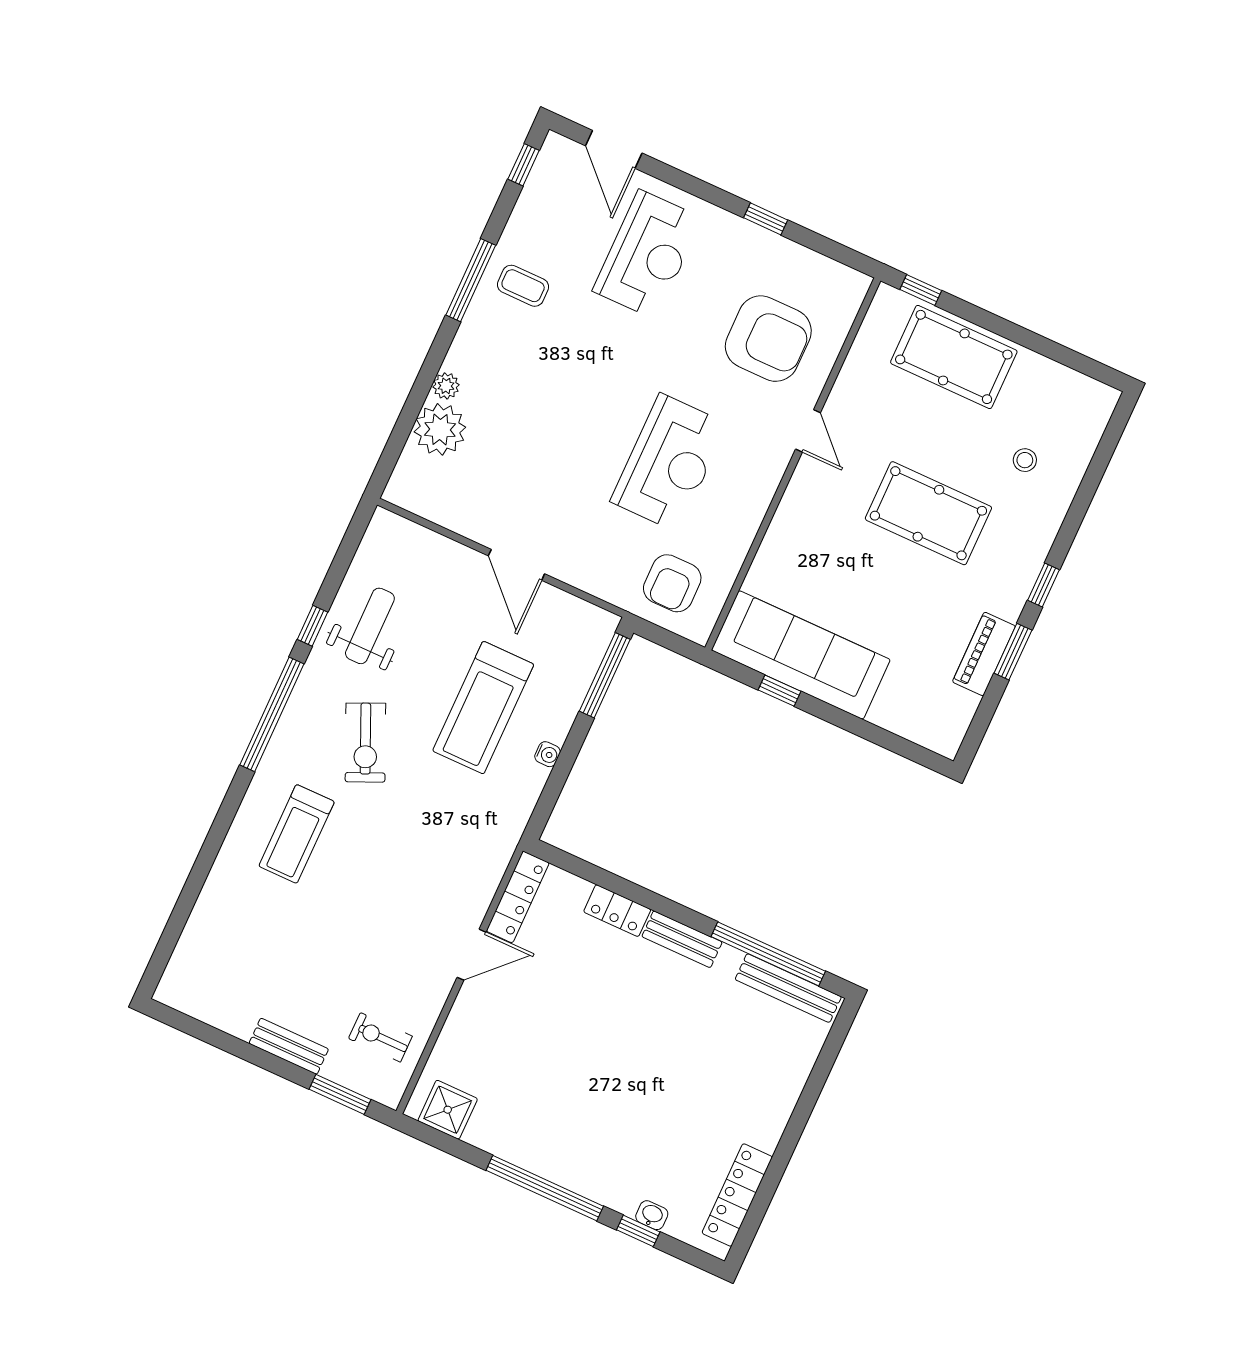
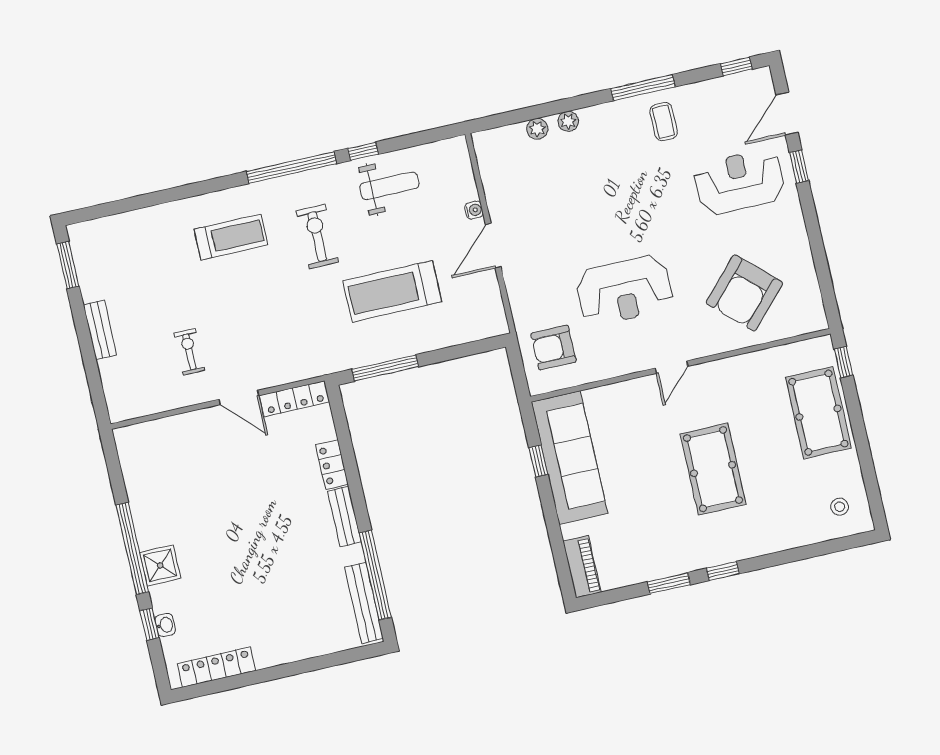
window: (766, 219) -> (799, 167), moved
reception desk: (647, 254) -> (739, 182), turned 180
armchair: (768, 339) -> (744, 293), turned 43
plant: (440, 429) -> (537, 129), width x0.53, depth x0.53
door: (808, 431) -> (672, 367), moved
stool: (1025, 460) -> (840, 507), moved
piano: (984, 654) -> (582, 567), moved, turned 90
window: (605, 675) -> (385, 368), moved
exercise bike: (365, 743) -> (317, 237), turned 114
water cooler: (547, 754) -> (474, 210), moved, turned -90
treadmill: (297, 834) -> (231, 237), turned 180
exercise bike: (380, 1037) -> (189, 352), moved
window: (340, 1094) -> (68, 265), moved
shower: (448, 1110) -> (160, 565), moved

